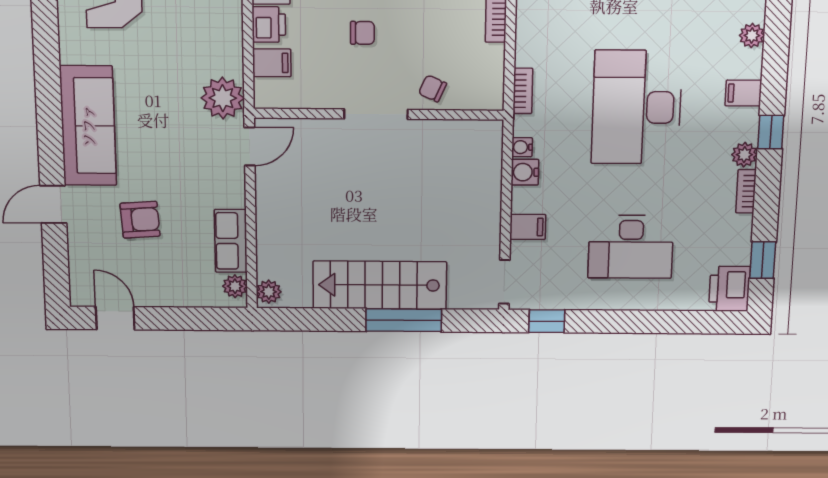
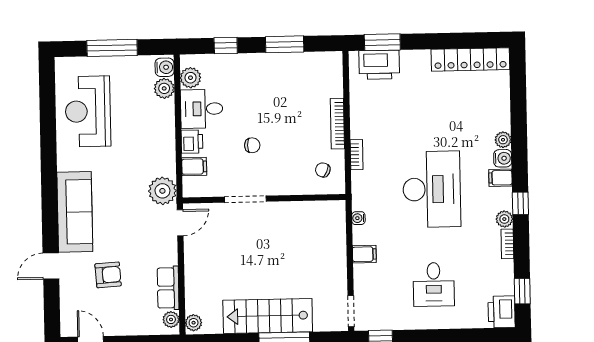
chair: (433, 88) -> (323, 170), moved
bookcase: (523, 91) -> (357, 155), moved
desk: (637, 107) -> (432, 189), turned 180
doorway: (376, 114) -> (245, 199), moved
water cooler: (525, 172) -> (503, 158), moved, turned 180
filing cabinet: (528, 227) -> (364, 254), moved
desk: (631, 247) -> (434, 284), width x0.73

